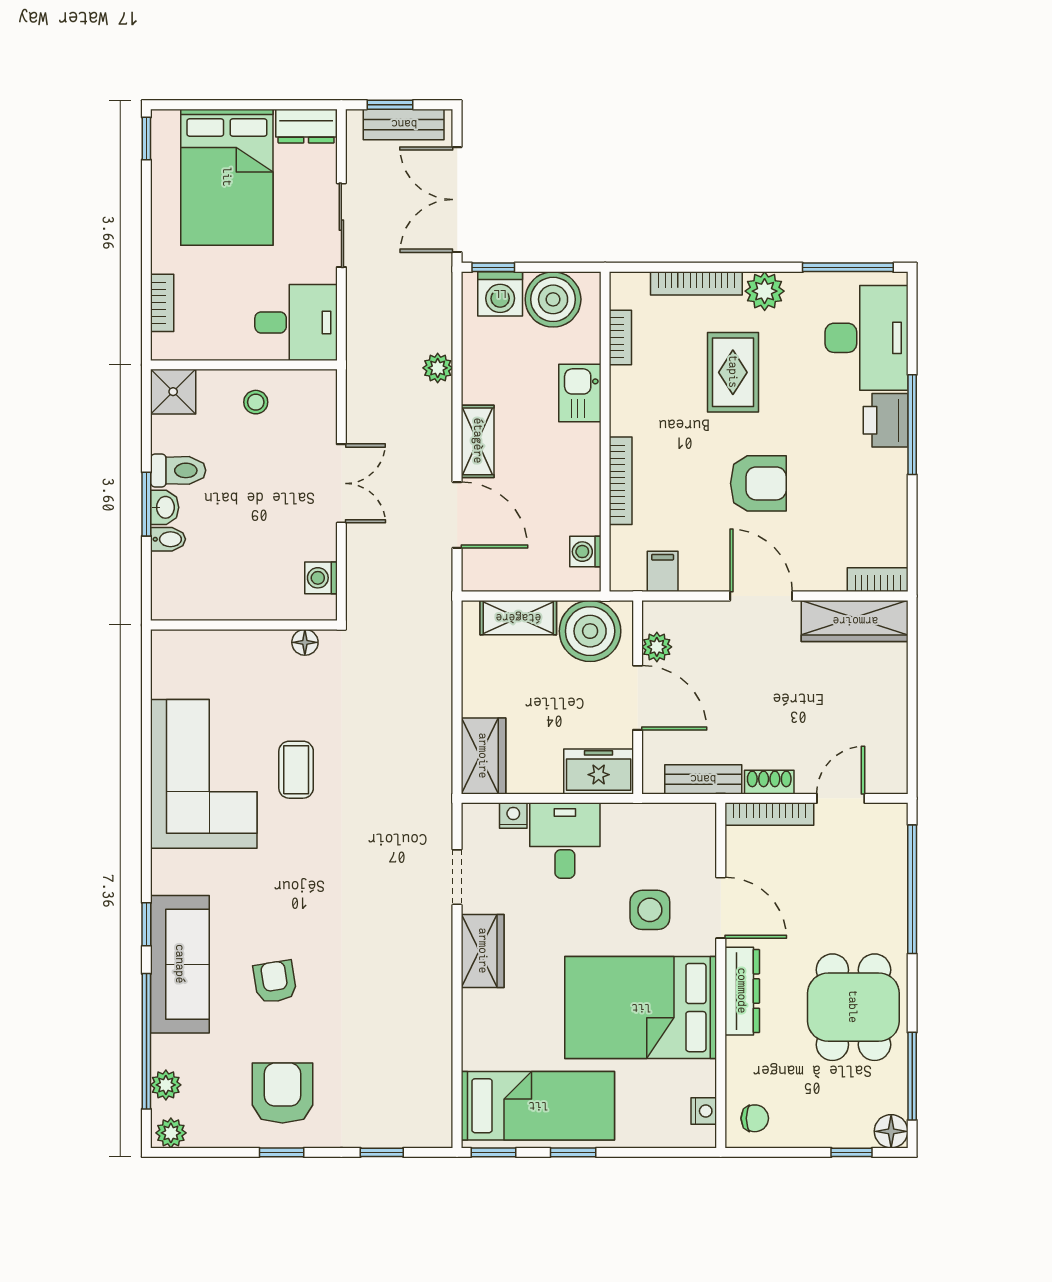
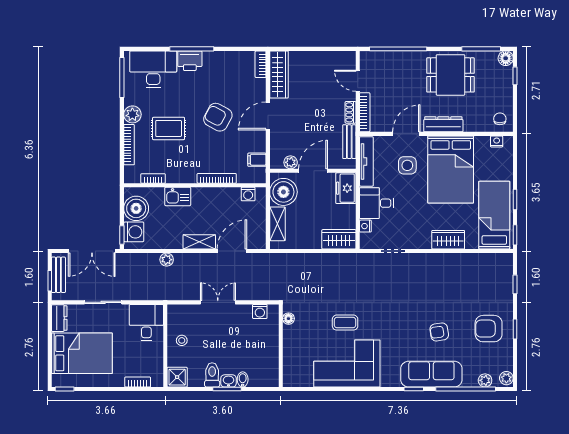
armchair: (758, 483) -> (218, 117), turned -62
tv unit: (659, 818) -> (366, 161), added
wardrobe: (483, 951) -> (448, 240), moved

